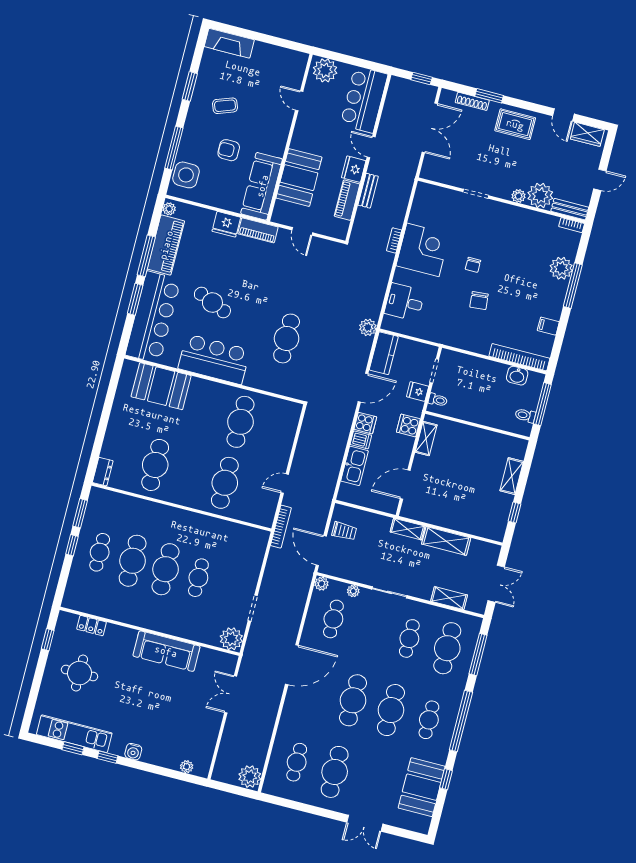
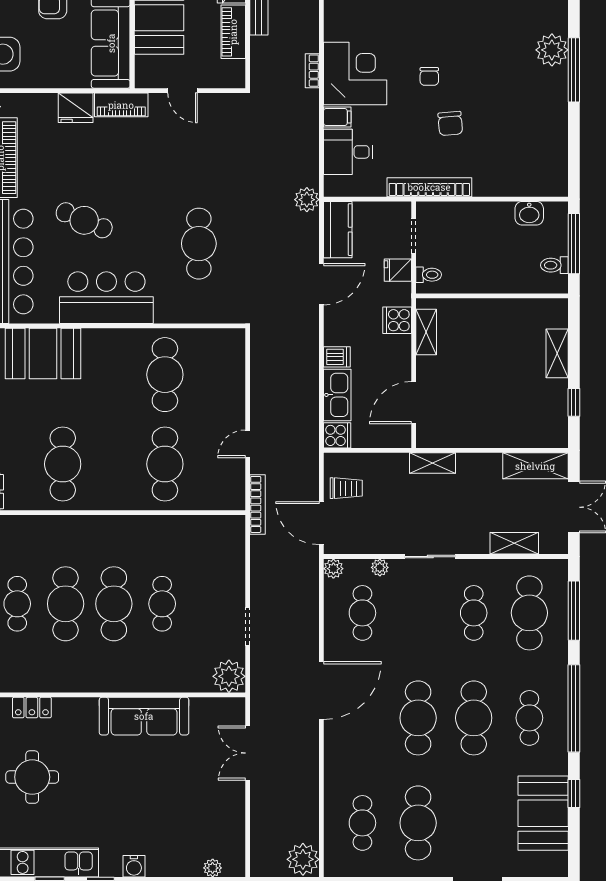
filing cabinet: (548, 326) -> (337, 117), moved, turned 180
bookcase: (519, 357) -> (429, 187), moved
cooker: (365, 423) -> (337, 435), moved
shelving: (446, 541) -> (535, 466), moved

